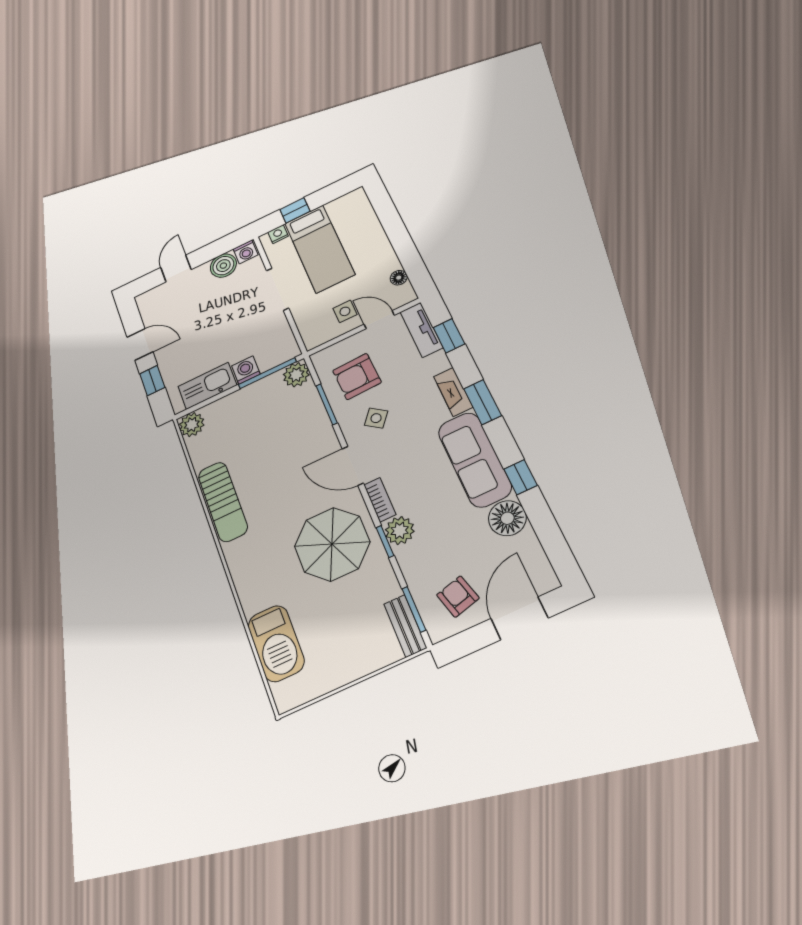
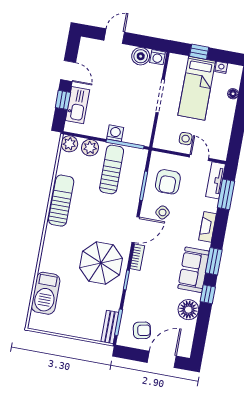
nightstand: (278, 234) -> (221, 67), moved
floor lamp: (399, 278) -> (233, 94), moved
window: (449, 336) -> (226, 194), width x1.50
plant: (296, 375) -> (90, 148), moved
armchair: (357, 376) -> (168, 182), turned -88
kitchen sink: (207, 386) -> (77, 105), moved, turned 90
window: (483, 402) -> (214, 261), moved
sun lounger: (269, 415) -> (112, 169), added
sofa: (475, 459) -> (194, 270), width x0.73
door: (353, 466) -> (136, 230), swing flipped
sun lounger: (223, 502) -> (61, 201), turned 180
plant: (400, 531) -> (136, 280), removed
armchair: (458, 596) -> (142, 330), turned 93

